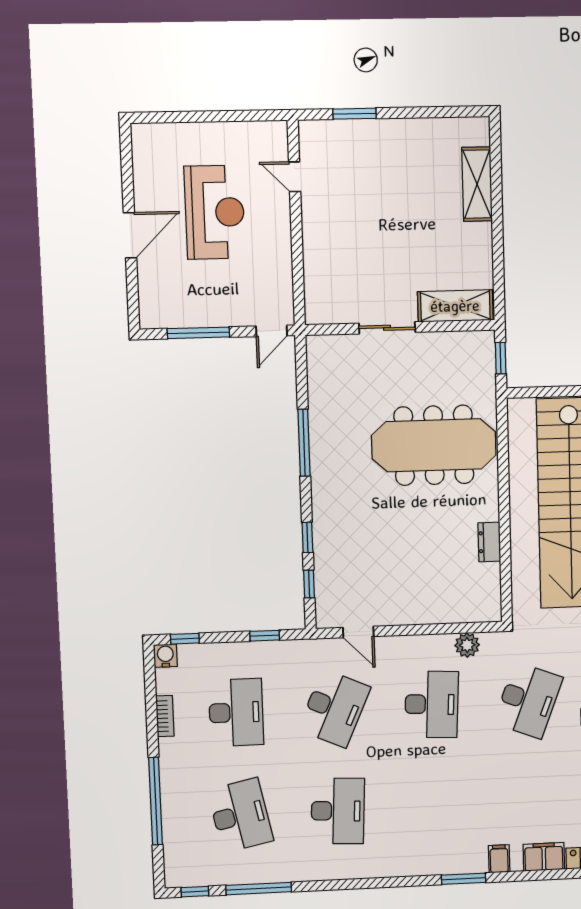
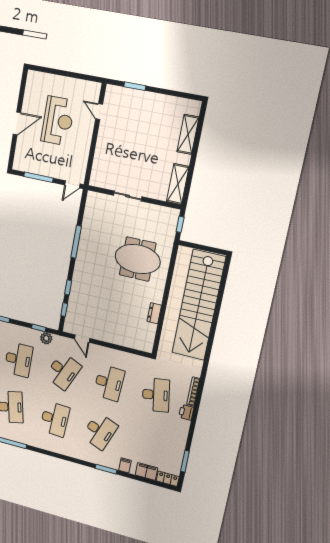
shelving: (455, 306) -> (178, 184), moved, turned 90
meeting table: (434, 445) -> (138, 259), width x0.73
plant: (467, 645) -> (46, 338), moved
desk: (528, 700) -> (156, 395), turned -30
desk: (434, 807) -> (100, 431), added

